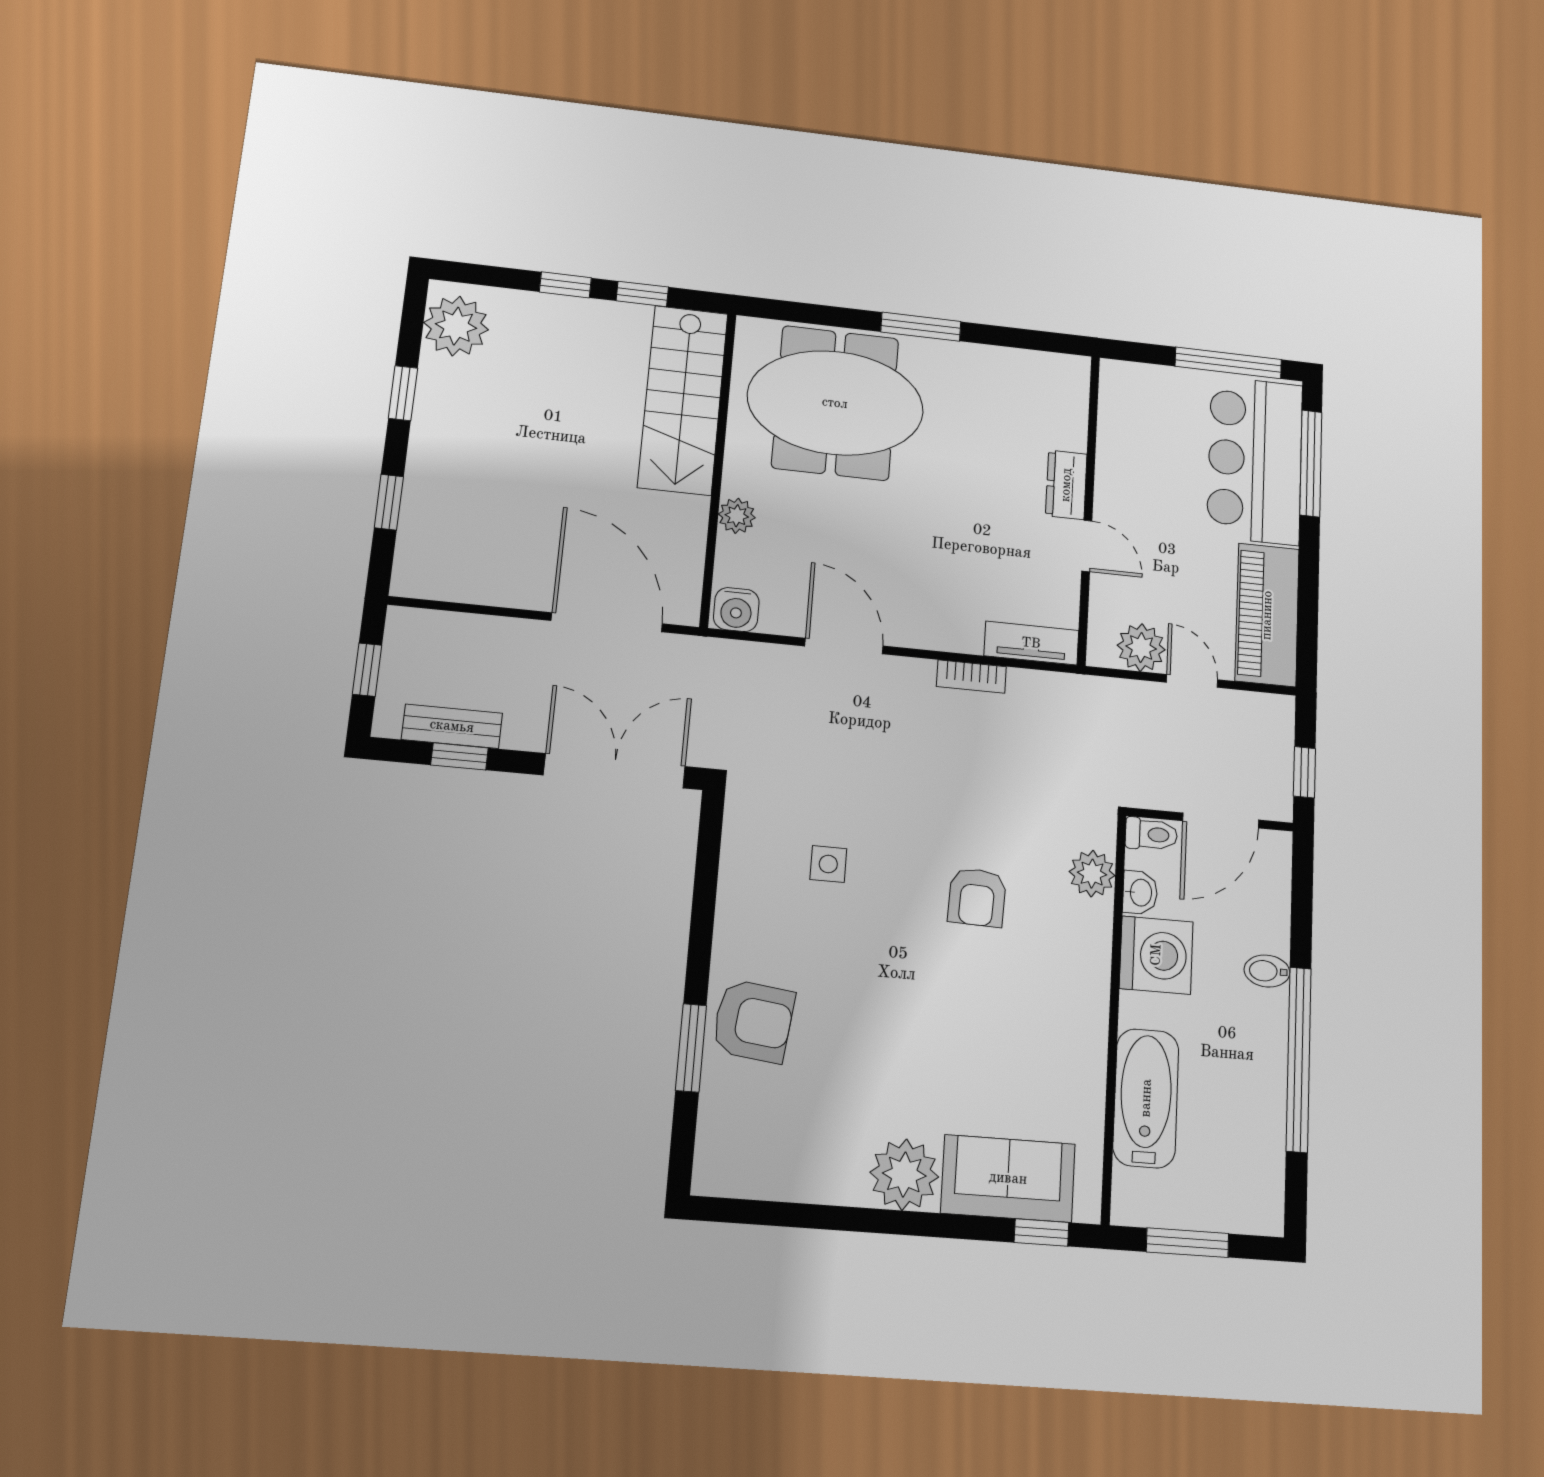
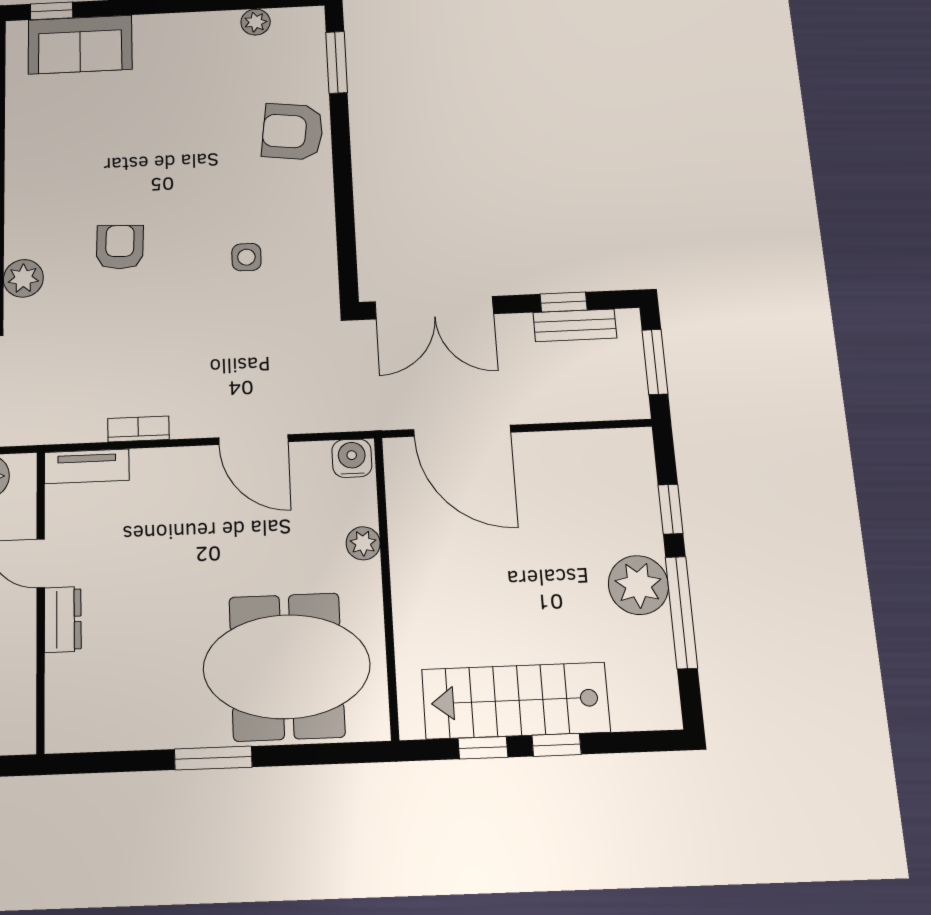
plant: (456, 326) -> (638, 585), moved
window: (403, 393) -> (681, 612), width x2.17
stairs: (683, 400) -> (516, 701), moved, turned -90
window: (367, 670) -> (655, 362), width x1.50
window: (691, 1048) -> (337, 62), moved
plant: (904, 1175) -> (256, 22), moved, width x0.53, depth x0.53

